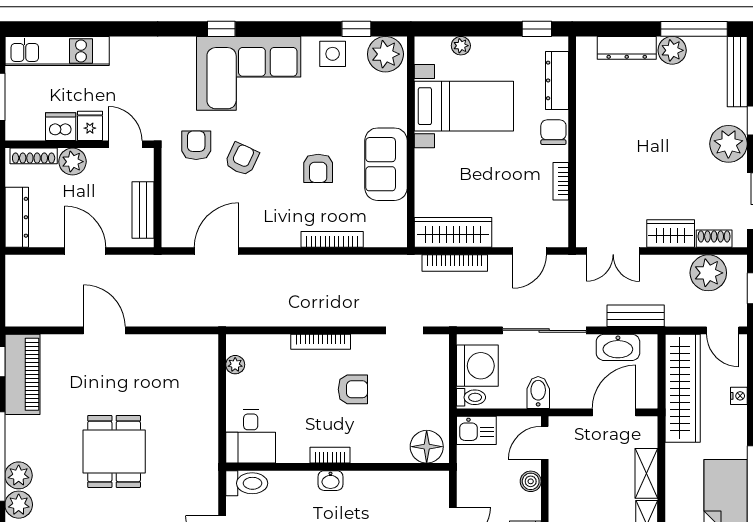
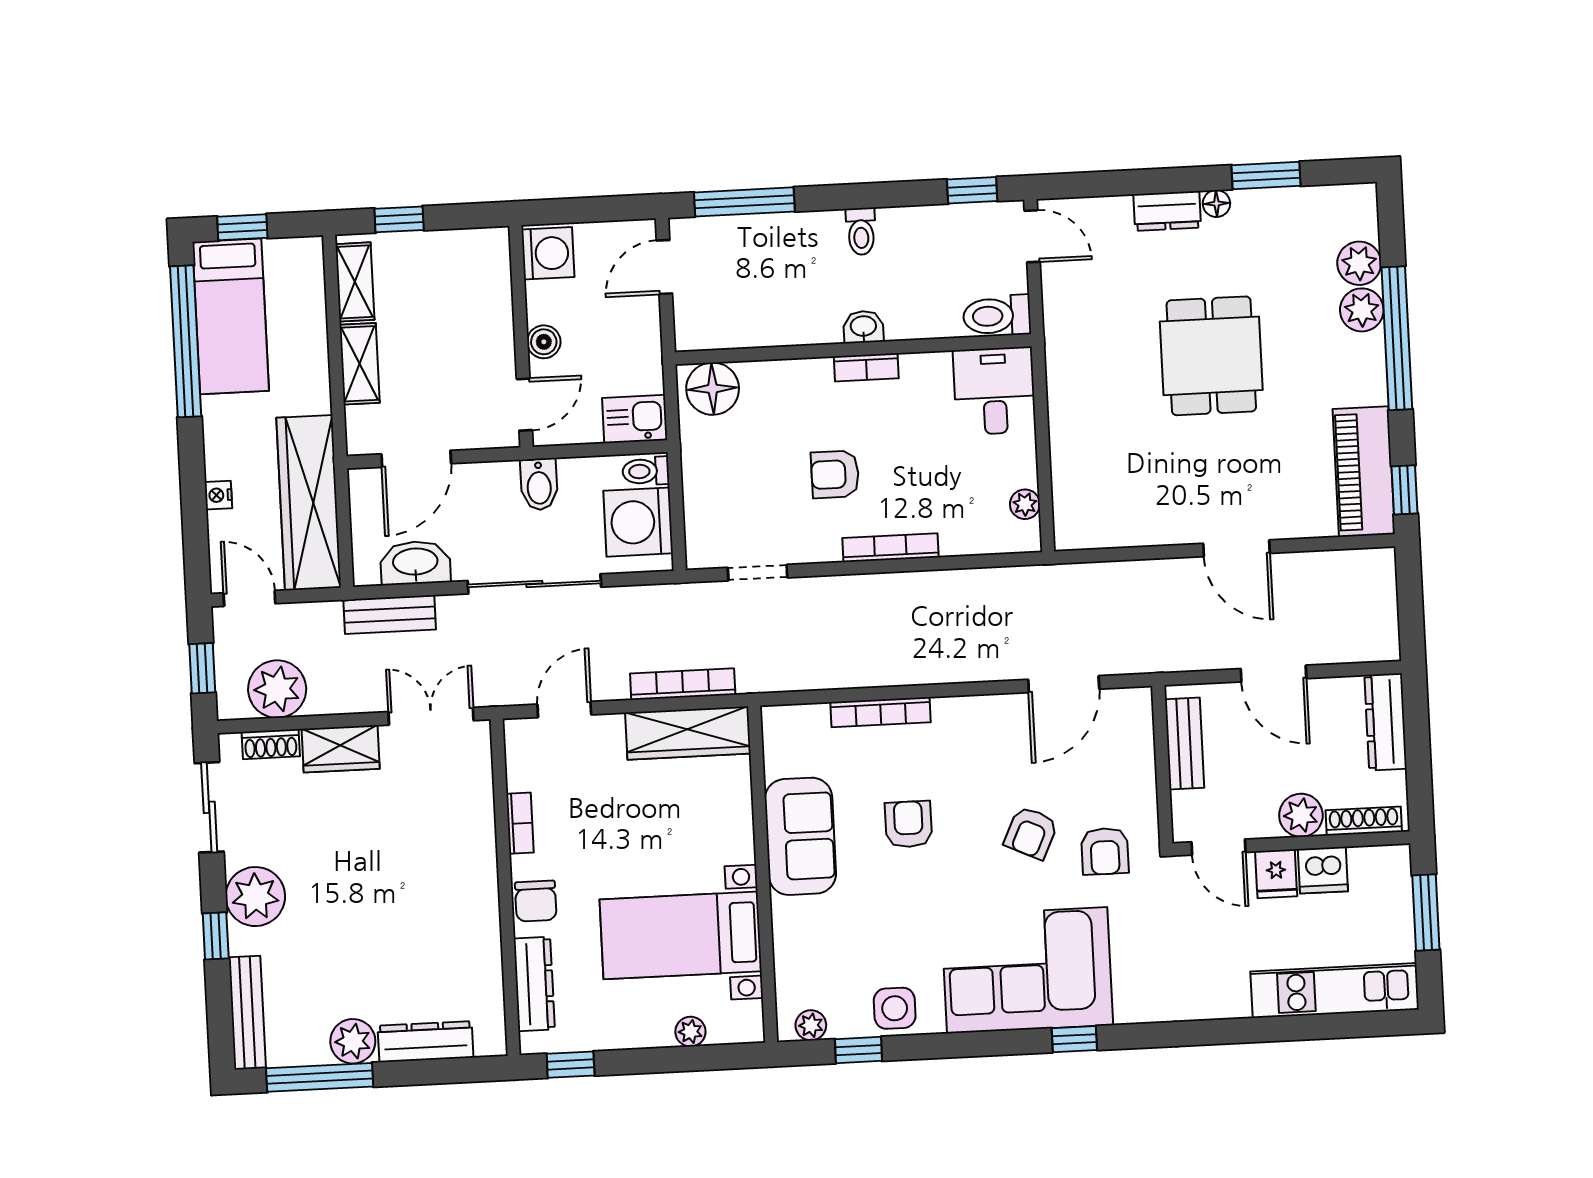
plant: (385, 54) -> (811, 1025), width x0.53, depth x0.53

